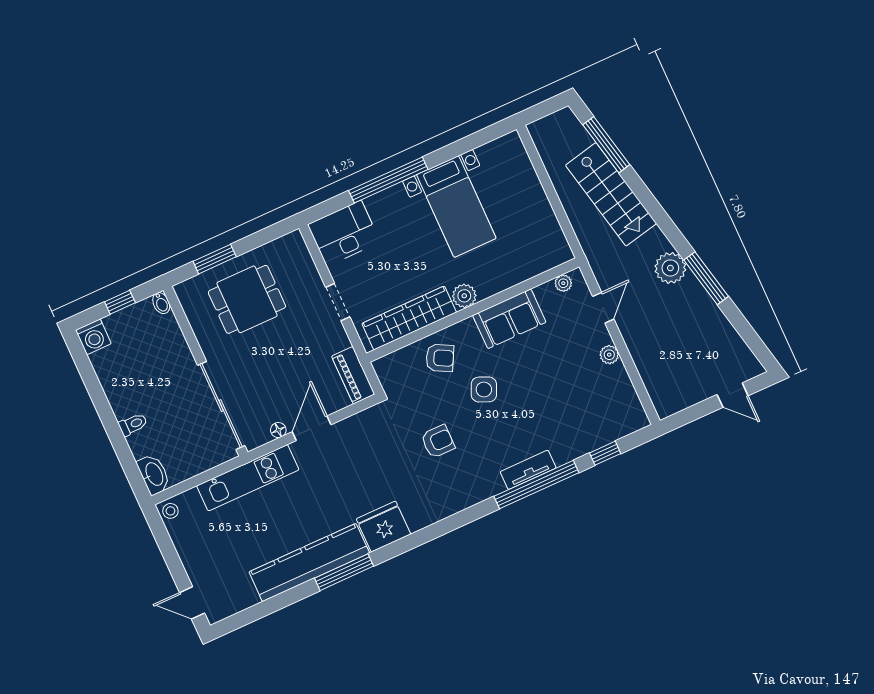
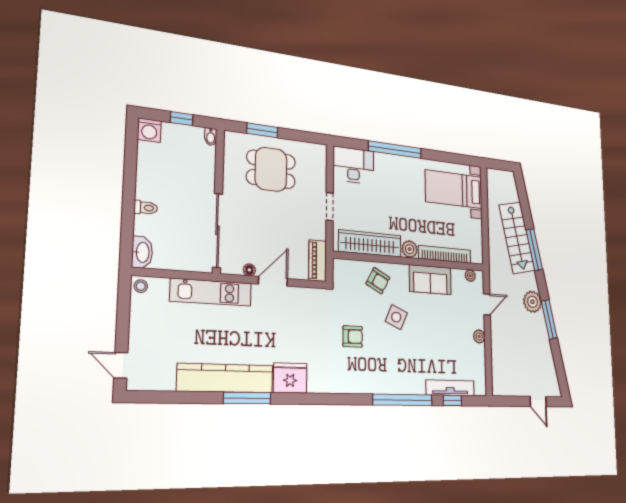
window: (606, 145) -> (534, 250), moved
bed with nightstands: (456, 207) -> (454, 189), moved, turned 90
bookcase: (515, 275) -> (445, 254), added
tv unit: (528, 470) -> (450, 388), moved, width x1.41

